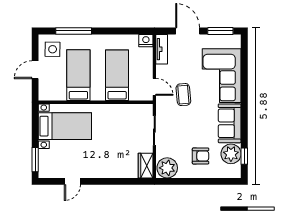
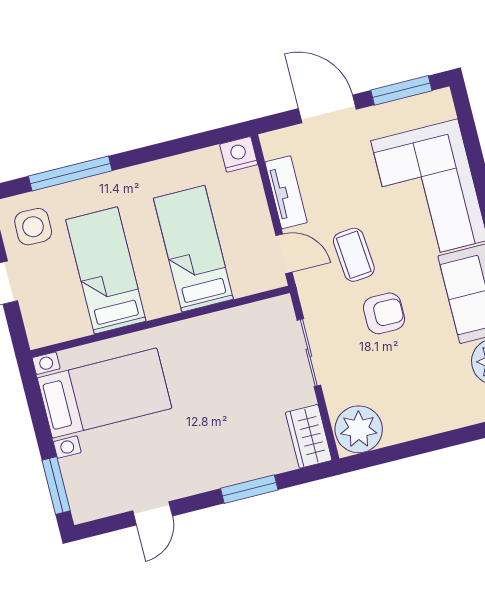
tv unit: (162, 49) -> (286, 192), moved
armchair: (201, 156) -> (384, 313), moved
window: (115, 181) -> (249, 489), added

